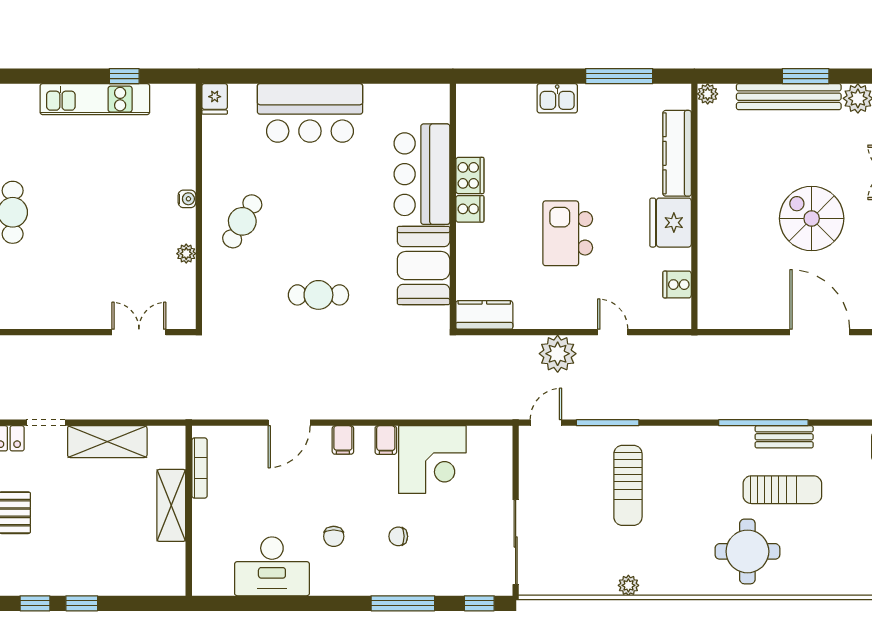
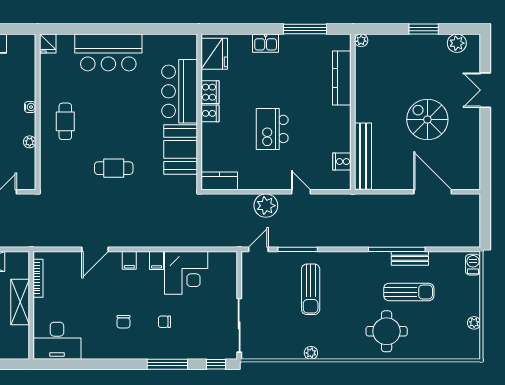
bench: (789, 97) -> (363, 156), moved, turned 90
cafe table: (242, 221) -> (65, 121), turned -30
fridge: (671, 223) -> (214, 54), moved, turned 180
desk: (272, 566) -> (57, 341), moved

